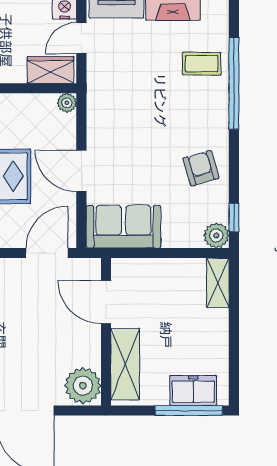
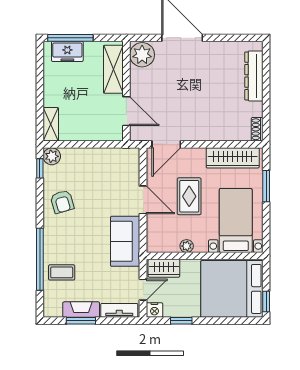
plant: (67, 103) -> (187, 246), moved
sofa: (124, 227) -> (125, 241), moved, turned 90

